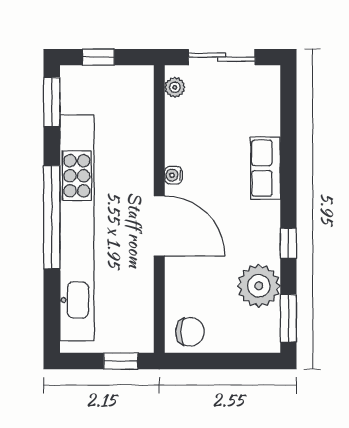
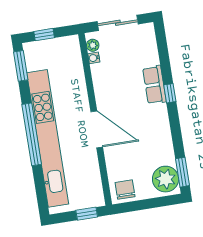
water cooler: (173, 175) -> (94, 58), moved
window: (288, 243) -> (170, 93), moved
plant: (259, 286) -> (165, 179), moved
chair: (190, 332) -> (125, 190), turned -91

